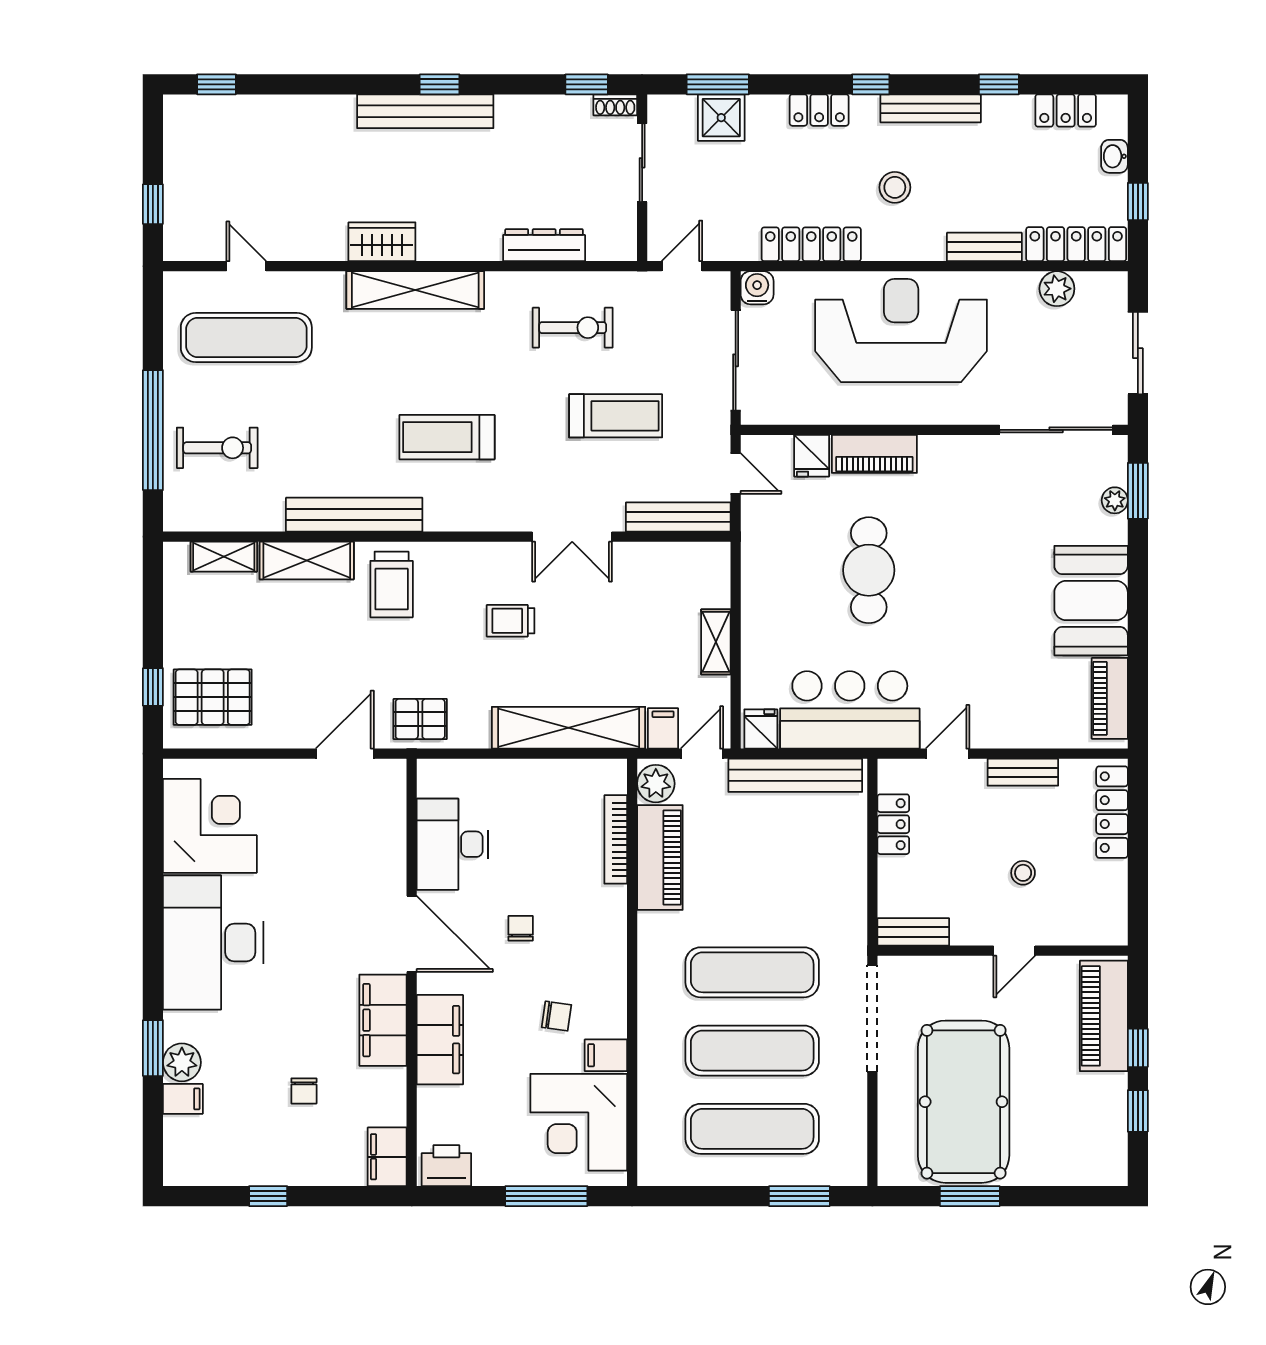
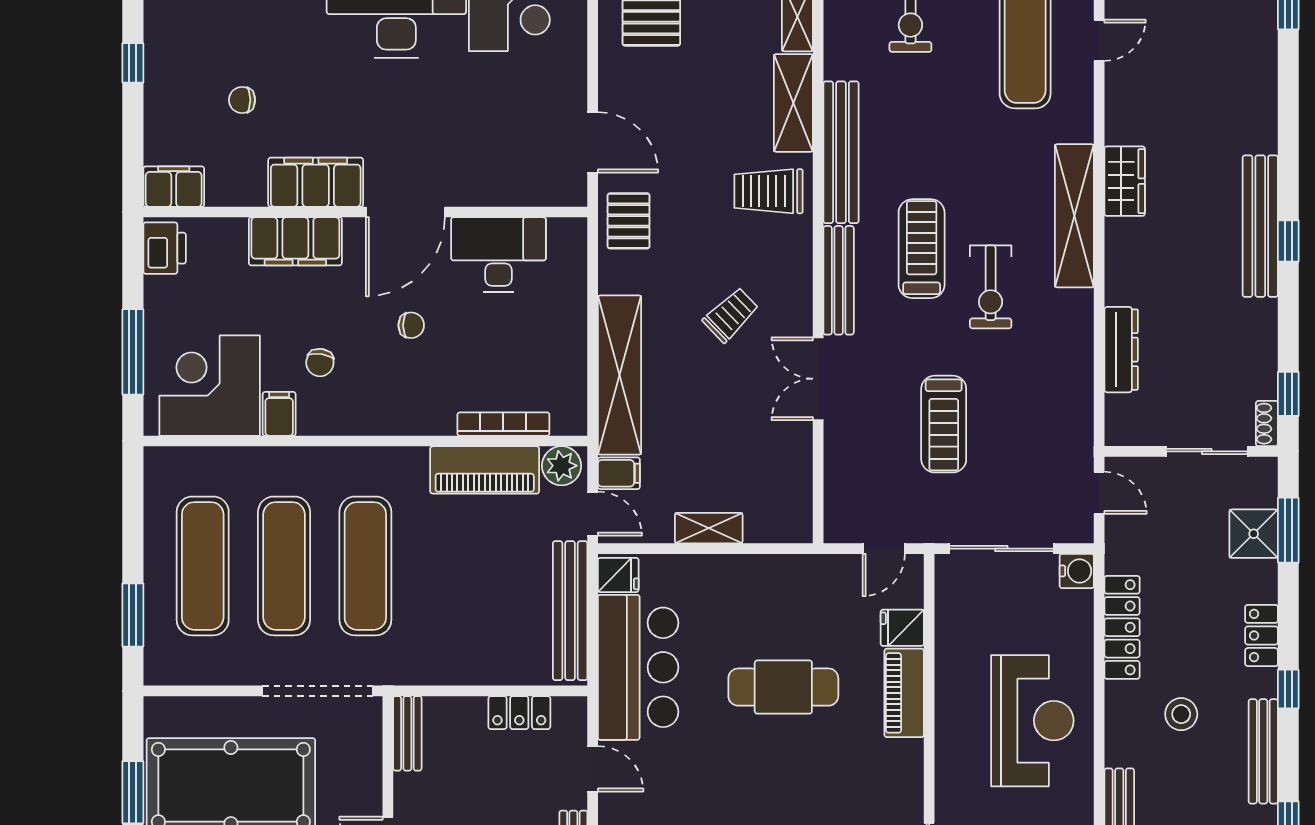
exercise bike: (573, 328) -> (991, 287), moved
reception desk: (901, 331) -> (1032, 721), width x0.74, depth x0.77
bench: (678, 517) -> (839, 280), moved
trolley: (511, 621) -> (731, 315), turned 46

